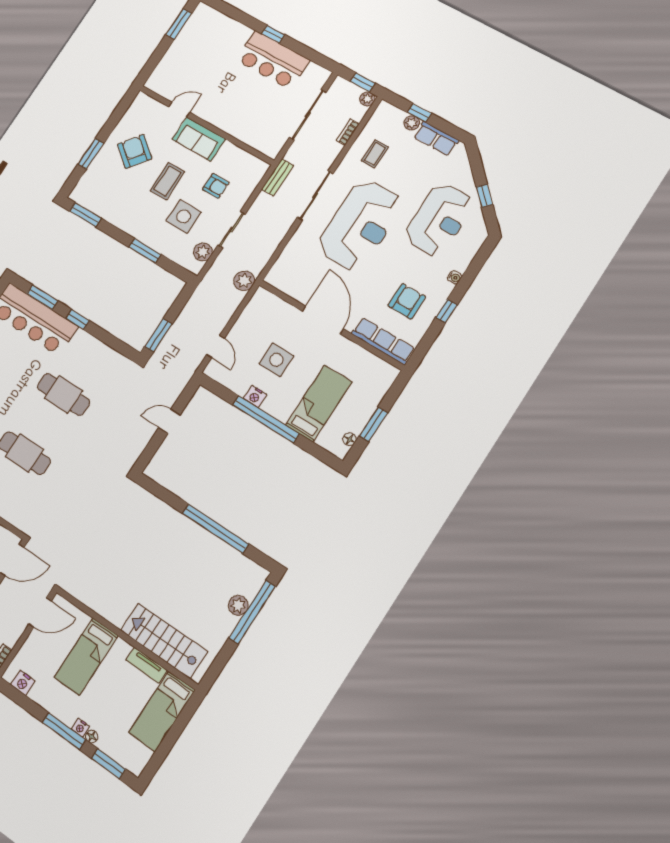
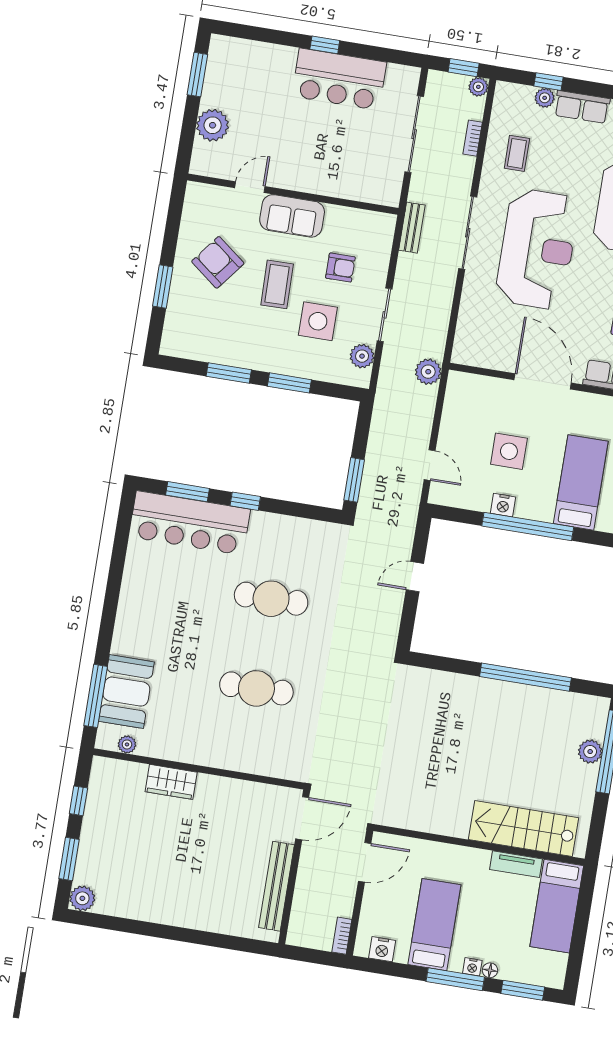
plant: (173, 60) -> (213, 125), added
window: (85, 215) -> (229, 373), moved
bed: (86, 657) -> (434, 925), moved, turned 180

